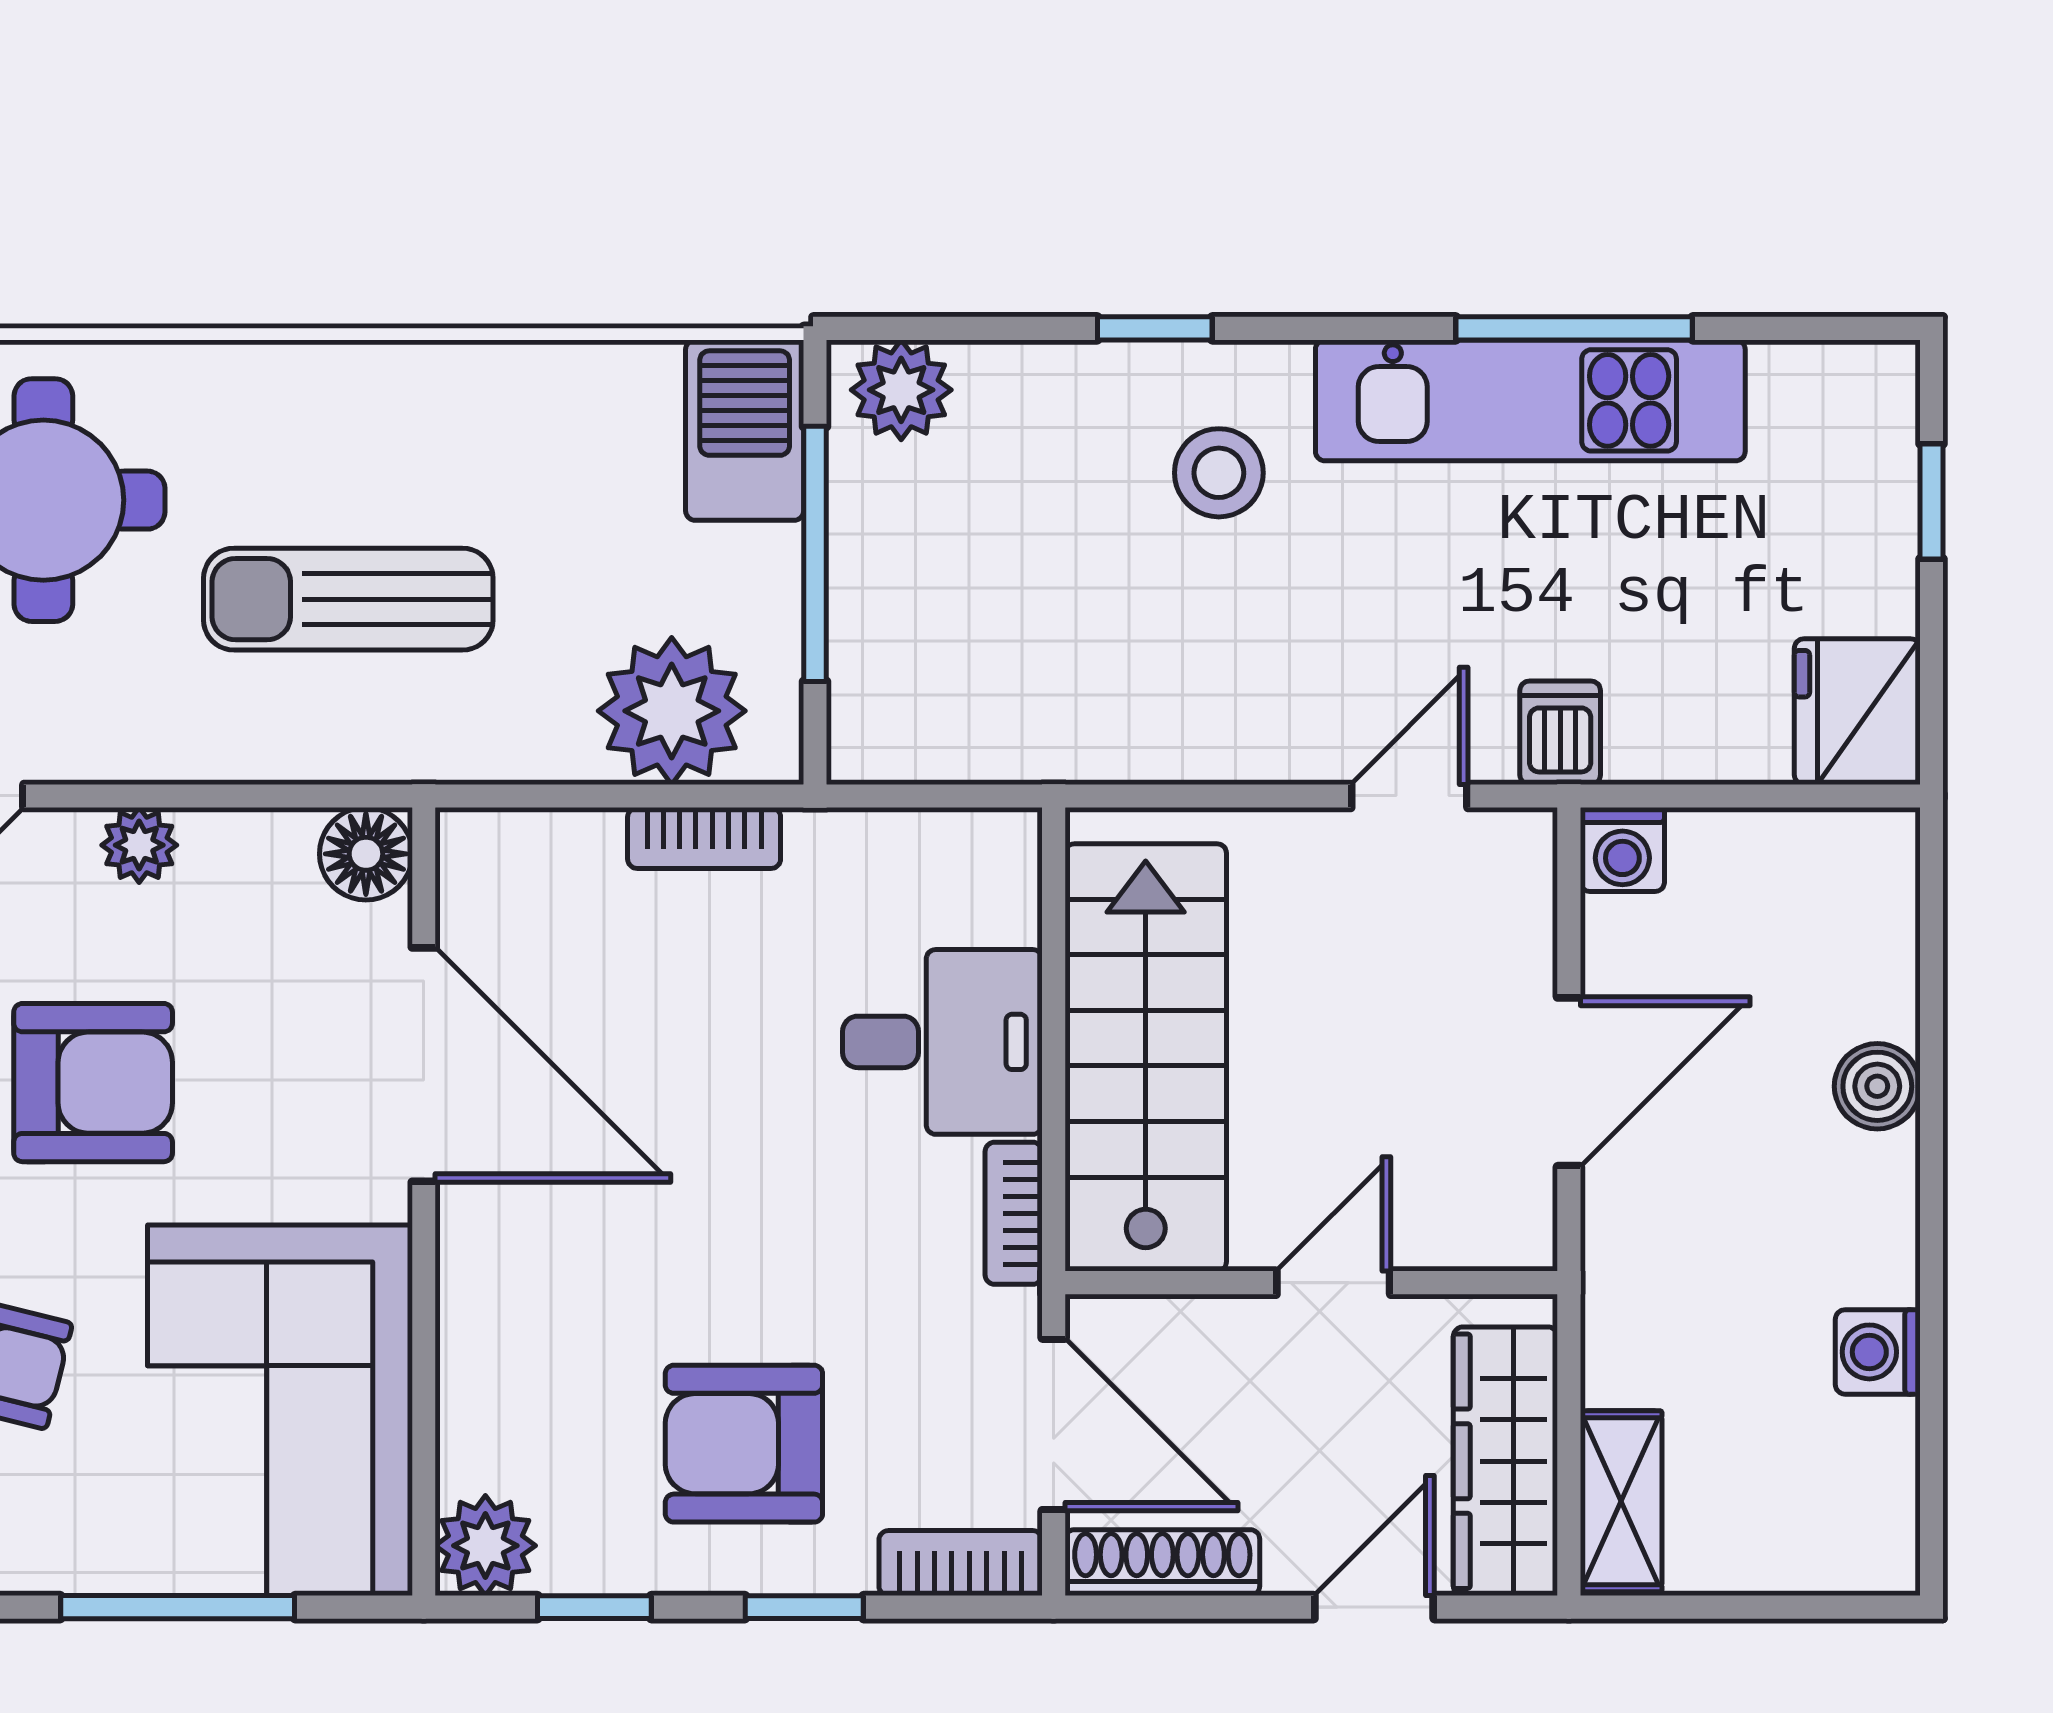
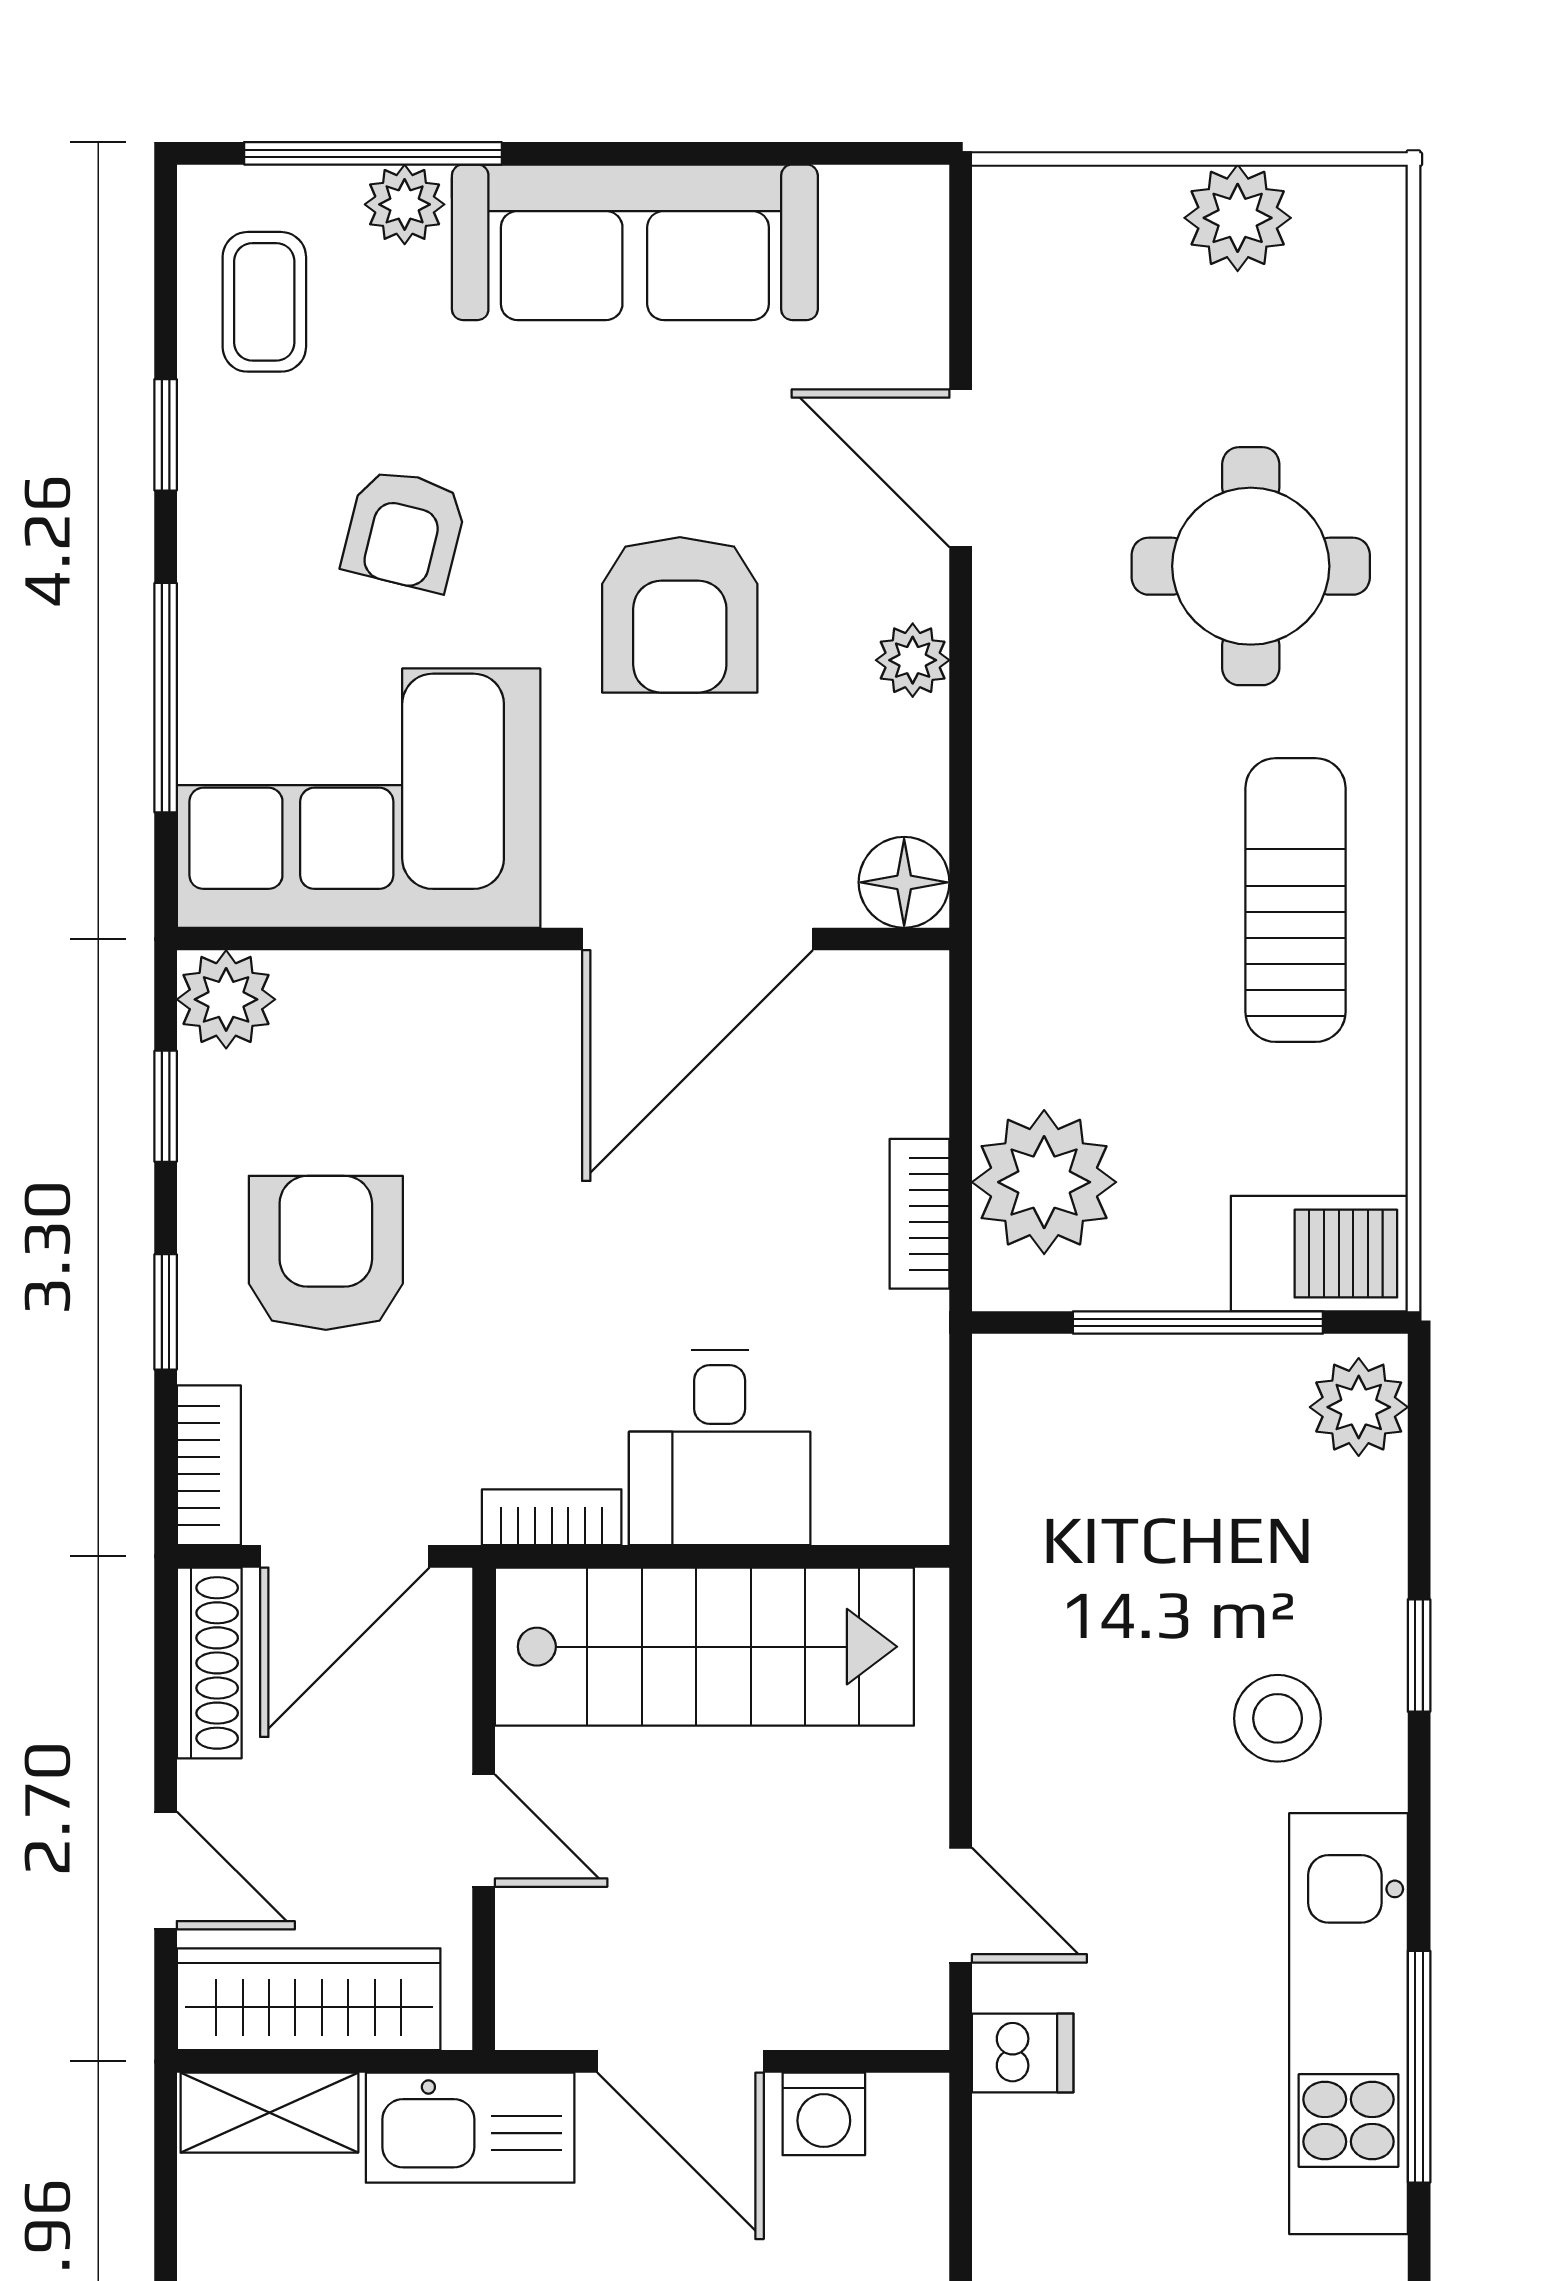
sun lounger: (348, 599) -> (1295, 900), moved
washing machine: (1622, 850) -> (824, 2114), moved, turned -90
kitchen sink: (1636, 1296) -> (470, 2128), added

